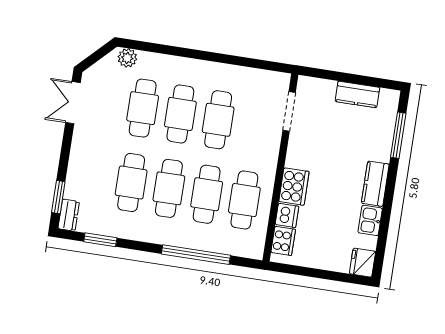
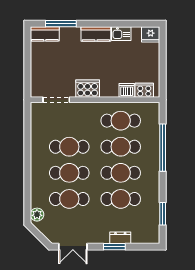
kitchen counter: (357, 94) -> (45, 34), moved, turned 90
cooker: (294, 187) -> (88, 89), moved
window: (58, 197) -> (114, 247), moved
dresser: (69, 215) -> (120, 238), moved

